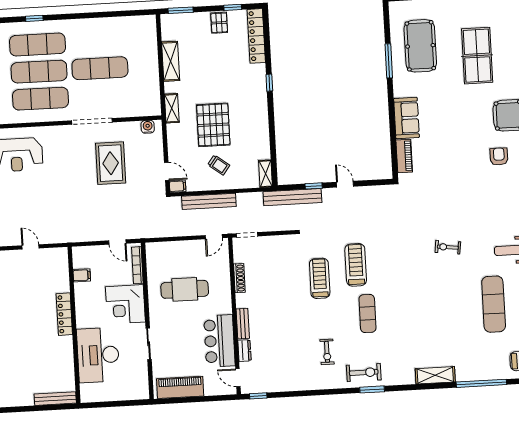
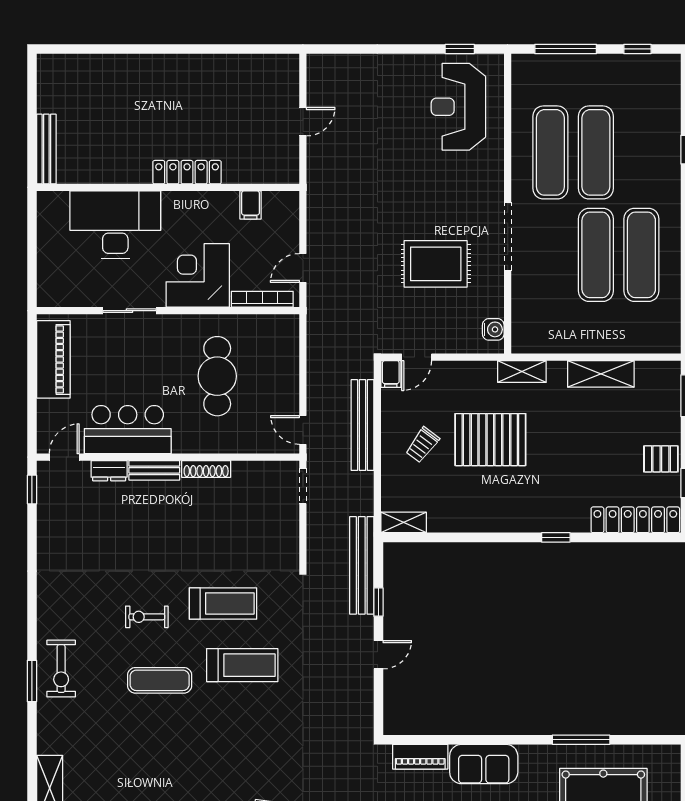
exercise mat: (37, 45) -> (641, 255), moved
shoe rack: (239, 278) -> (206, 469), moved
exercise bike: (327, 352) -> (147, 617), moved

